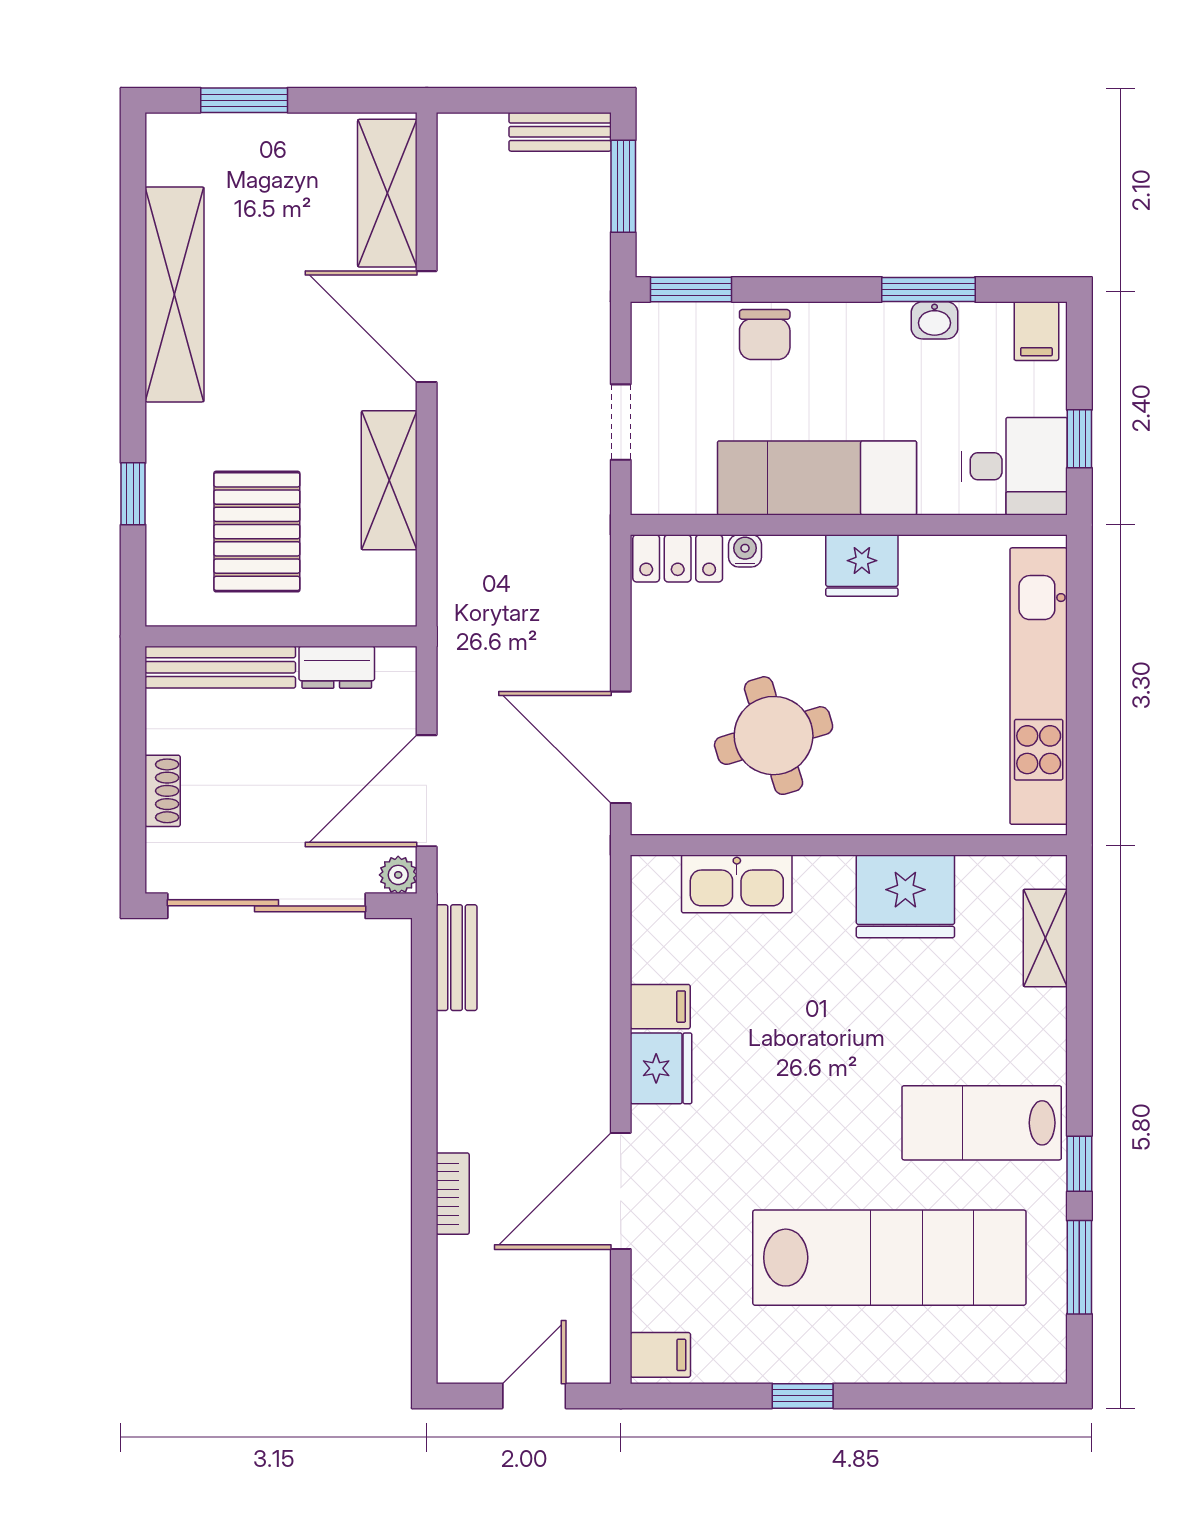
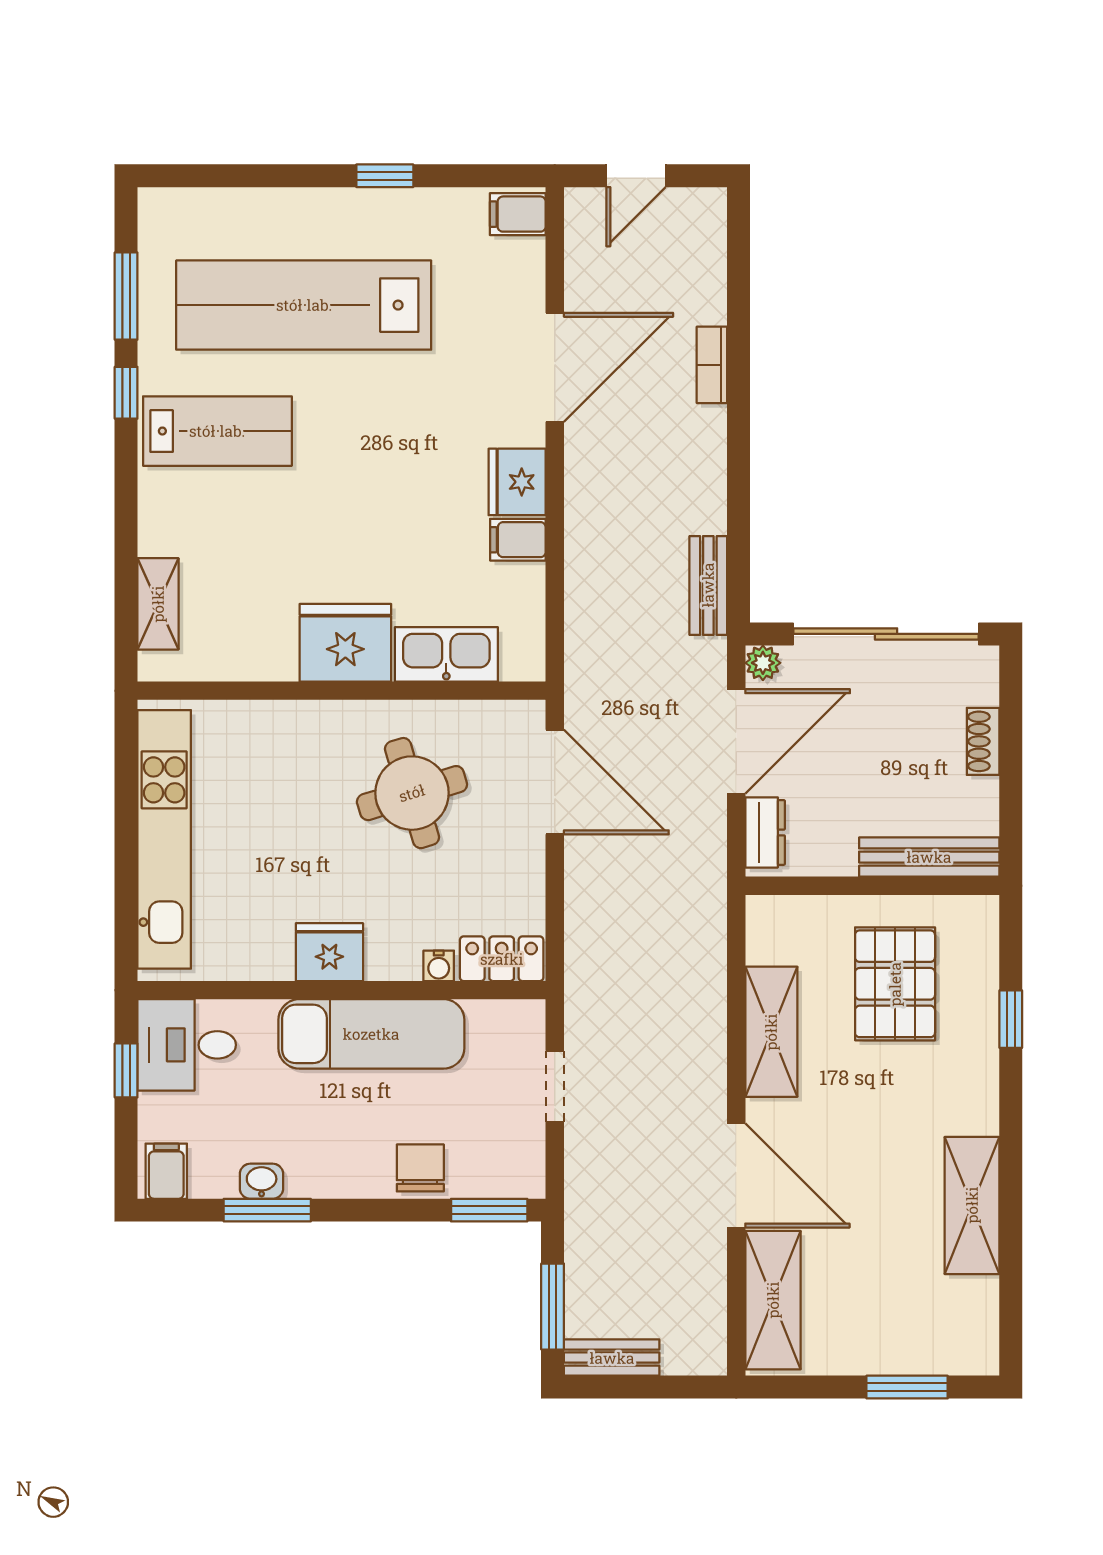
shelving: (175, 294) -> (972, 1205), width x0.68
dresser: (337, 667) -> (765, 832), moved, turned 90
fridge: (905, 896) -> (345, 643), moved

